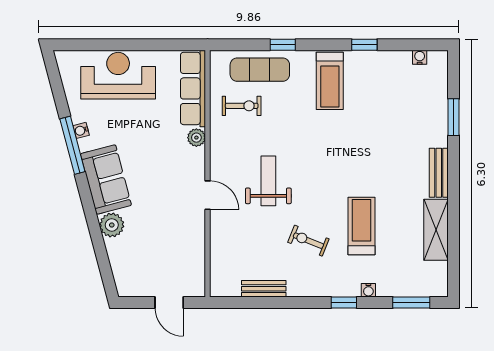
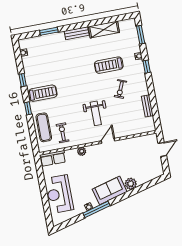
window: (283, 45) -> (28, 108), moved
row of seats: (193, 88) -> (53, 158), width x0.68
weight bench: (268, 181) -> (96, 113), turned -90

